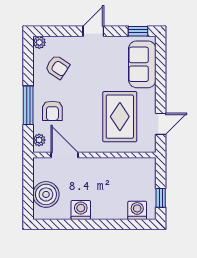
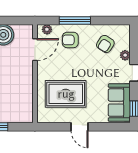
plant: (39, 42) -> (125, 55), moved
sofa: (142, 64) -> (119, 103), moved, turned -90
door: (161, 124) -> (80, 127), moved

